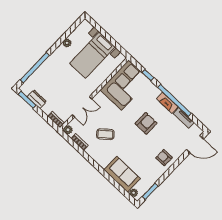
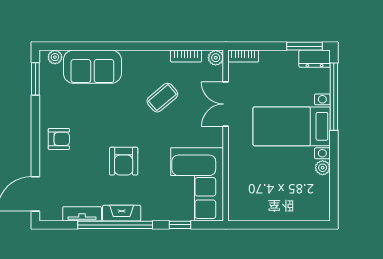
bed with nightstands: (92, 55) -> (292, 126), moved, turned -90
dresser: (37, 99) -> (315, 59), moved

